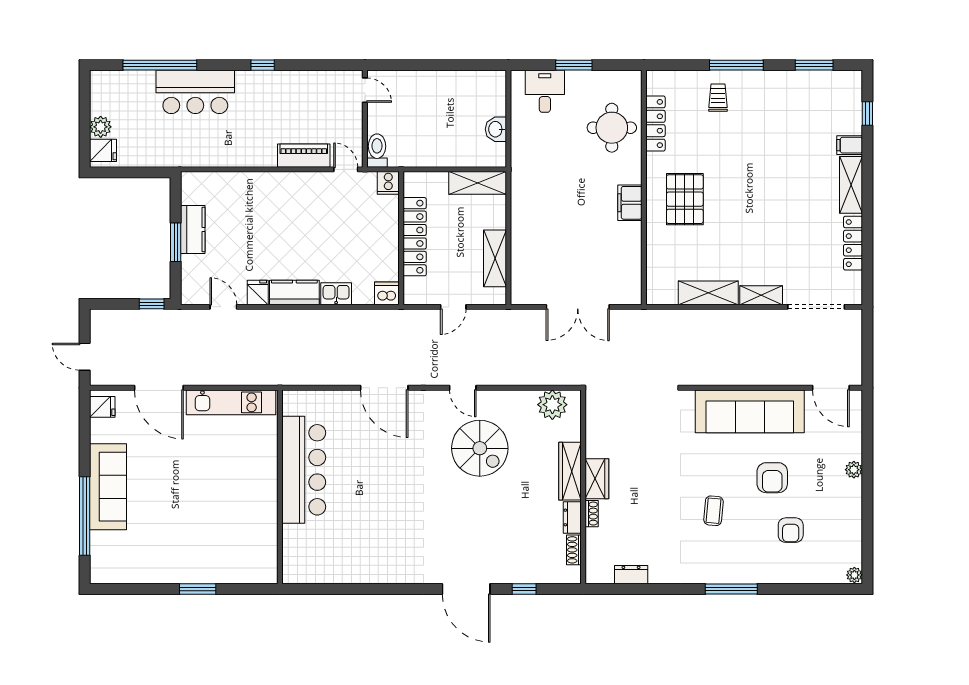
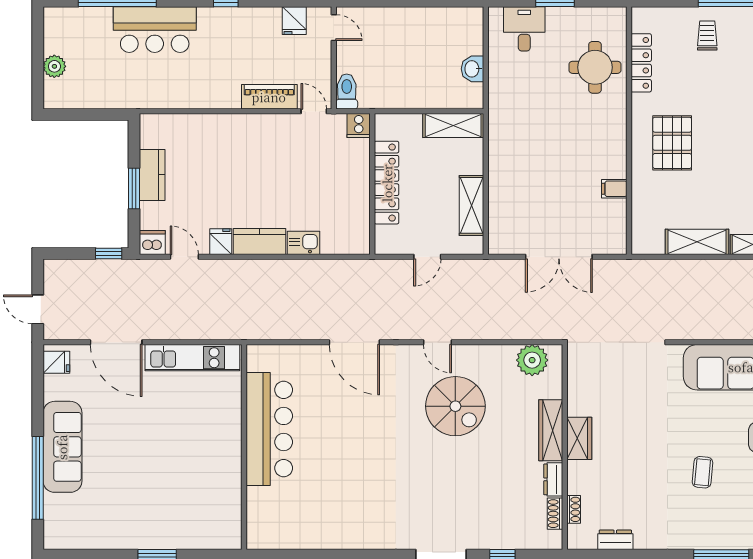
fridge: (103, 150) -> (294, 21), moved, turned 90
filing cabinet: (630, 203) -> (614, 189), moved, width x0.50
dishwasher: (387, 293) -> (152, 242), moved
shoe rack: (592, 514) -> (574, 509), moved

